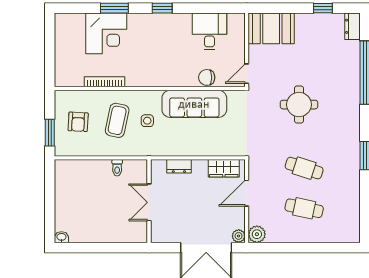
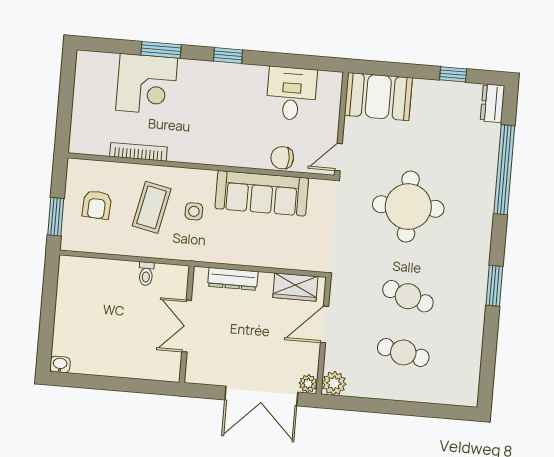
round table: (299, 105) -> (408, 207), width x1.36, depth x1.36
dresser: (179, 166) -> (233, 279), width x1.44

